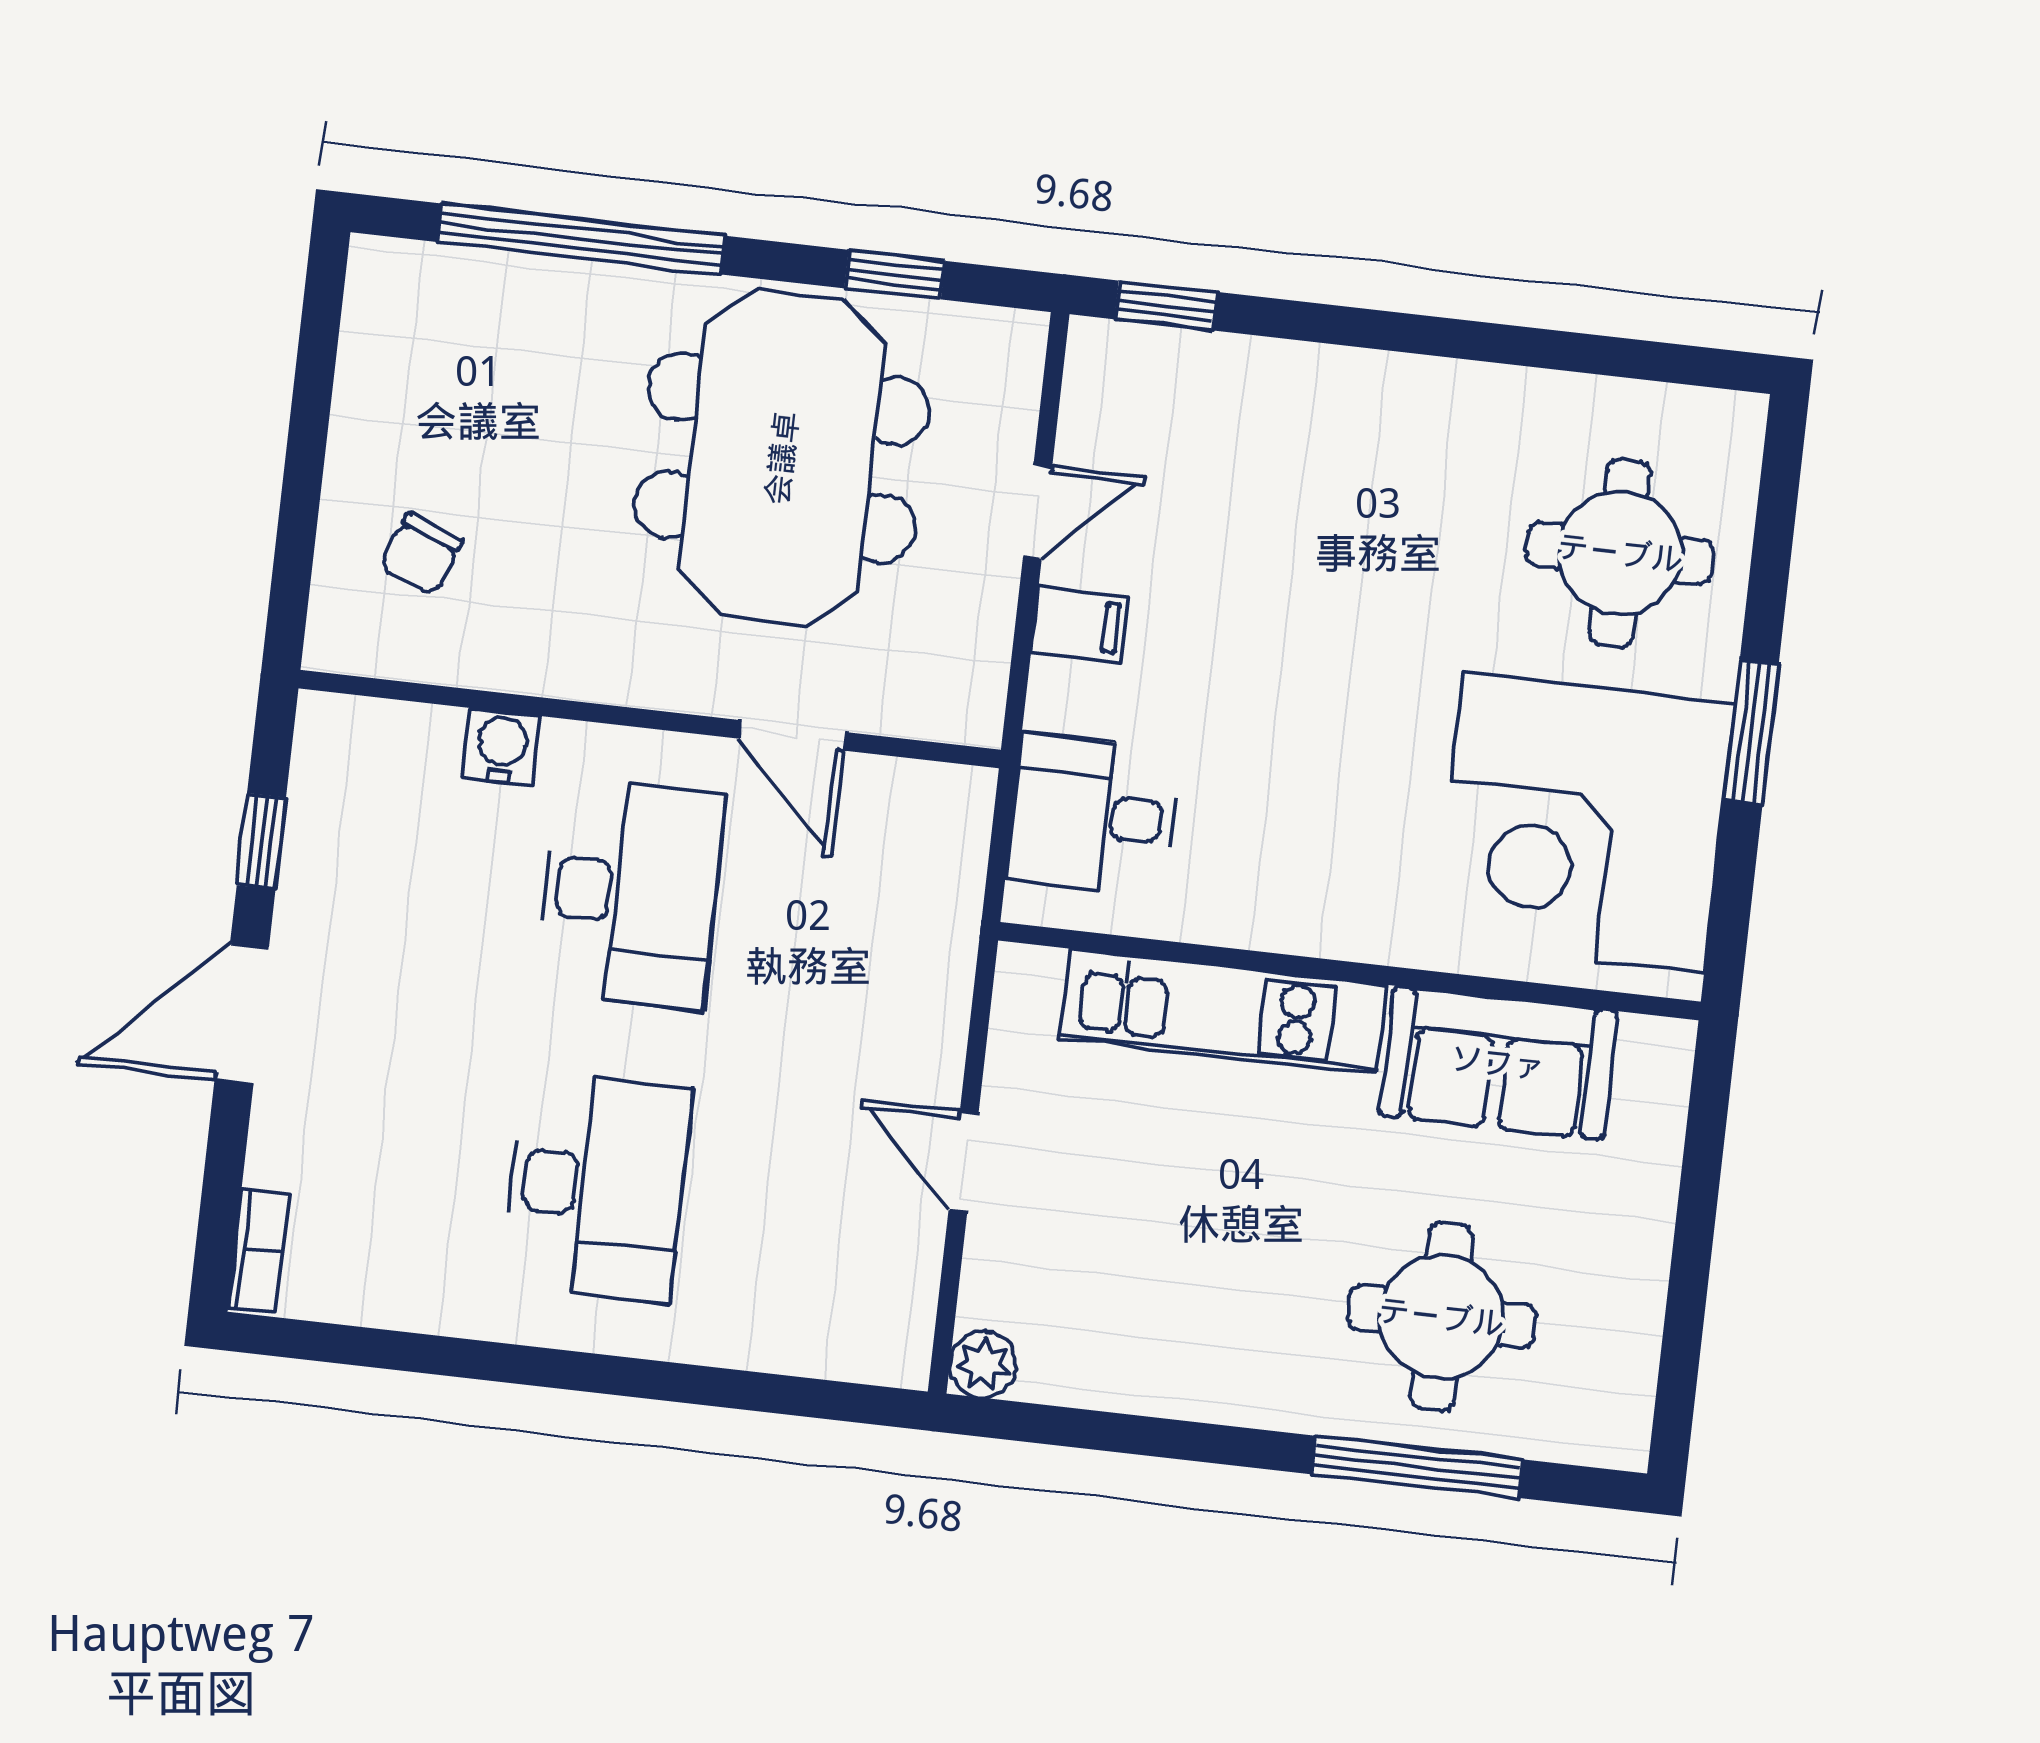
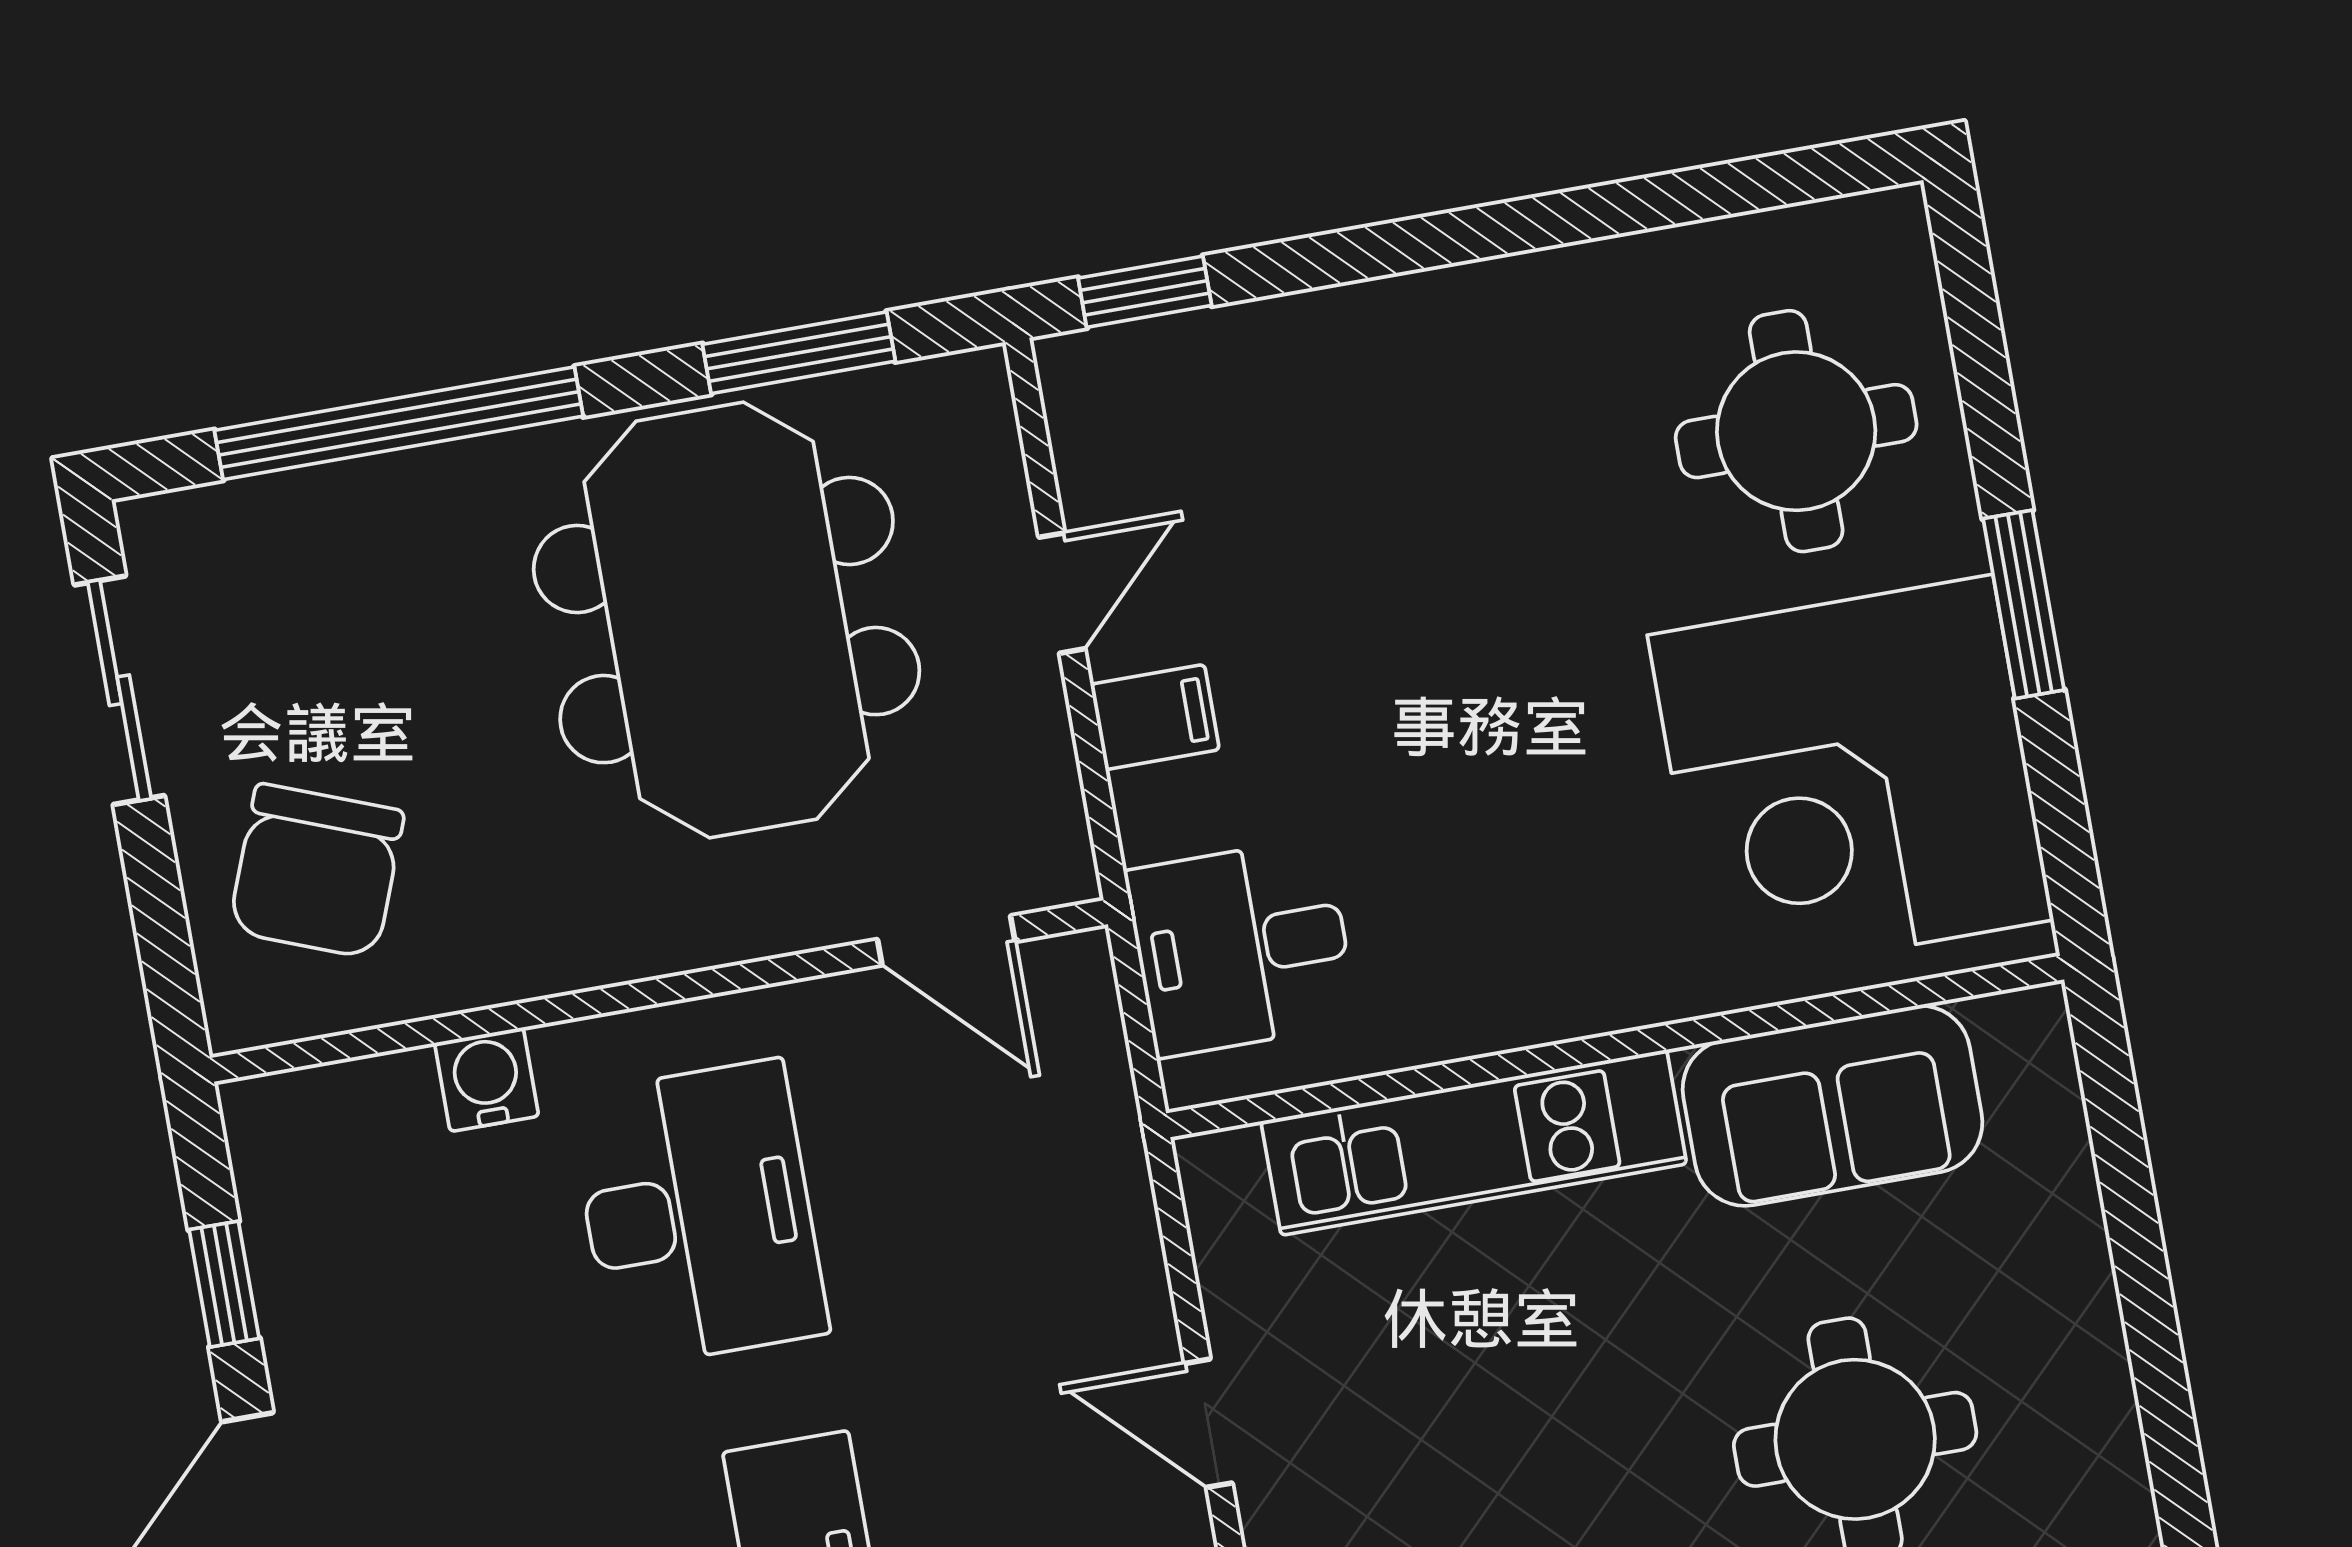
window: (895, 275) -> (799, 353), width x1.50
sliding door: (314, 376) -> (119, 690), added
chair: (421, 554) -> (316, 871), width x1.87, depth x1.87
door: (792, 735) -> (946, 940), moved

